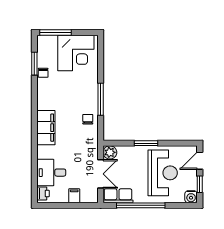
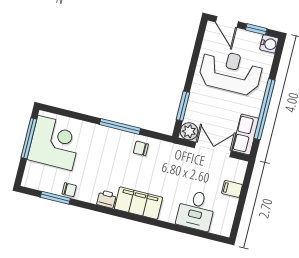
window: (56, 33) -> (29, 138), moved
window: (146, 143) -> (183, 106), moved
printer: (43, 194) -> (106, 199), moved

